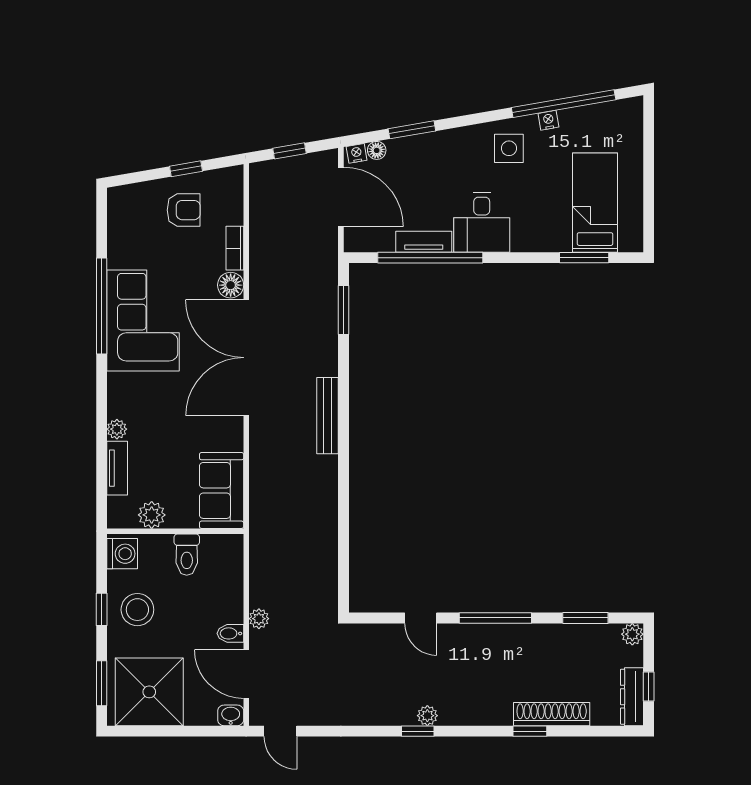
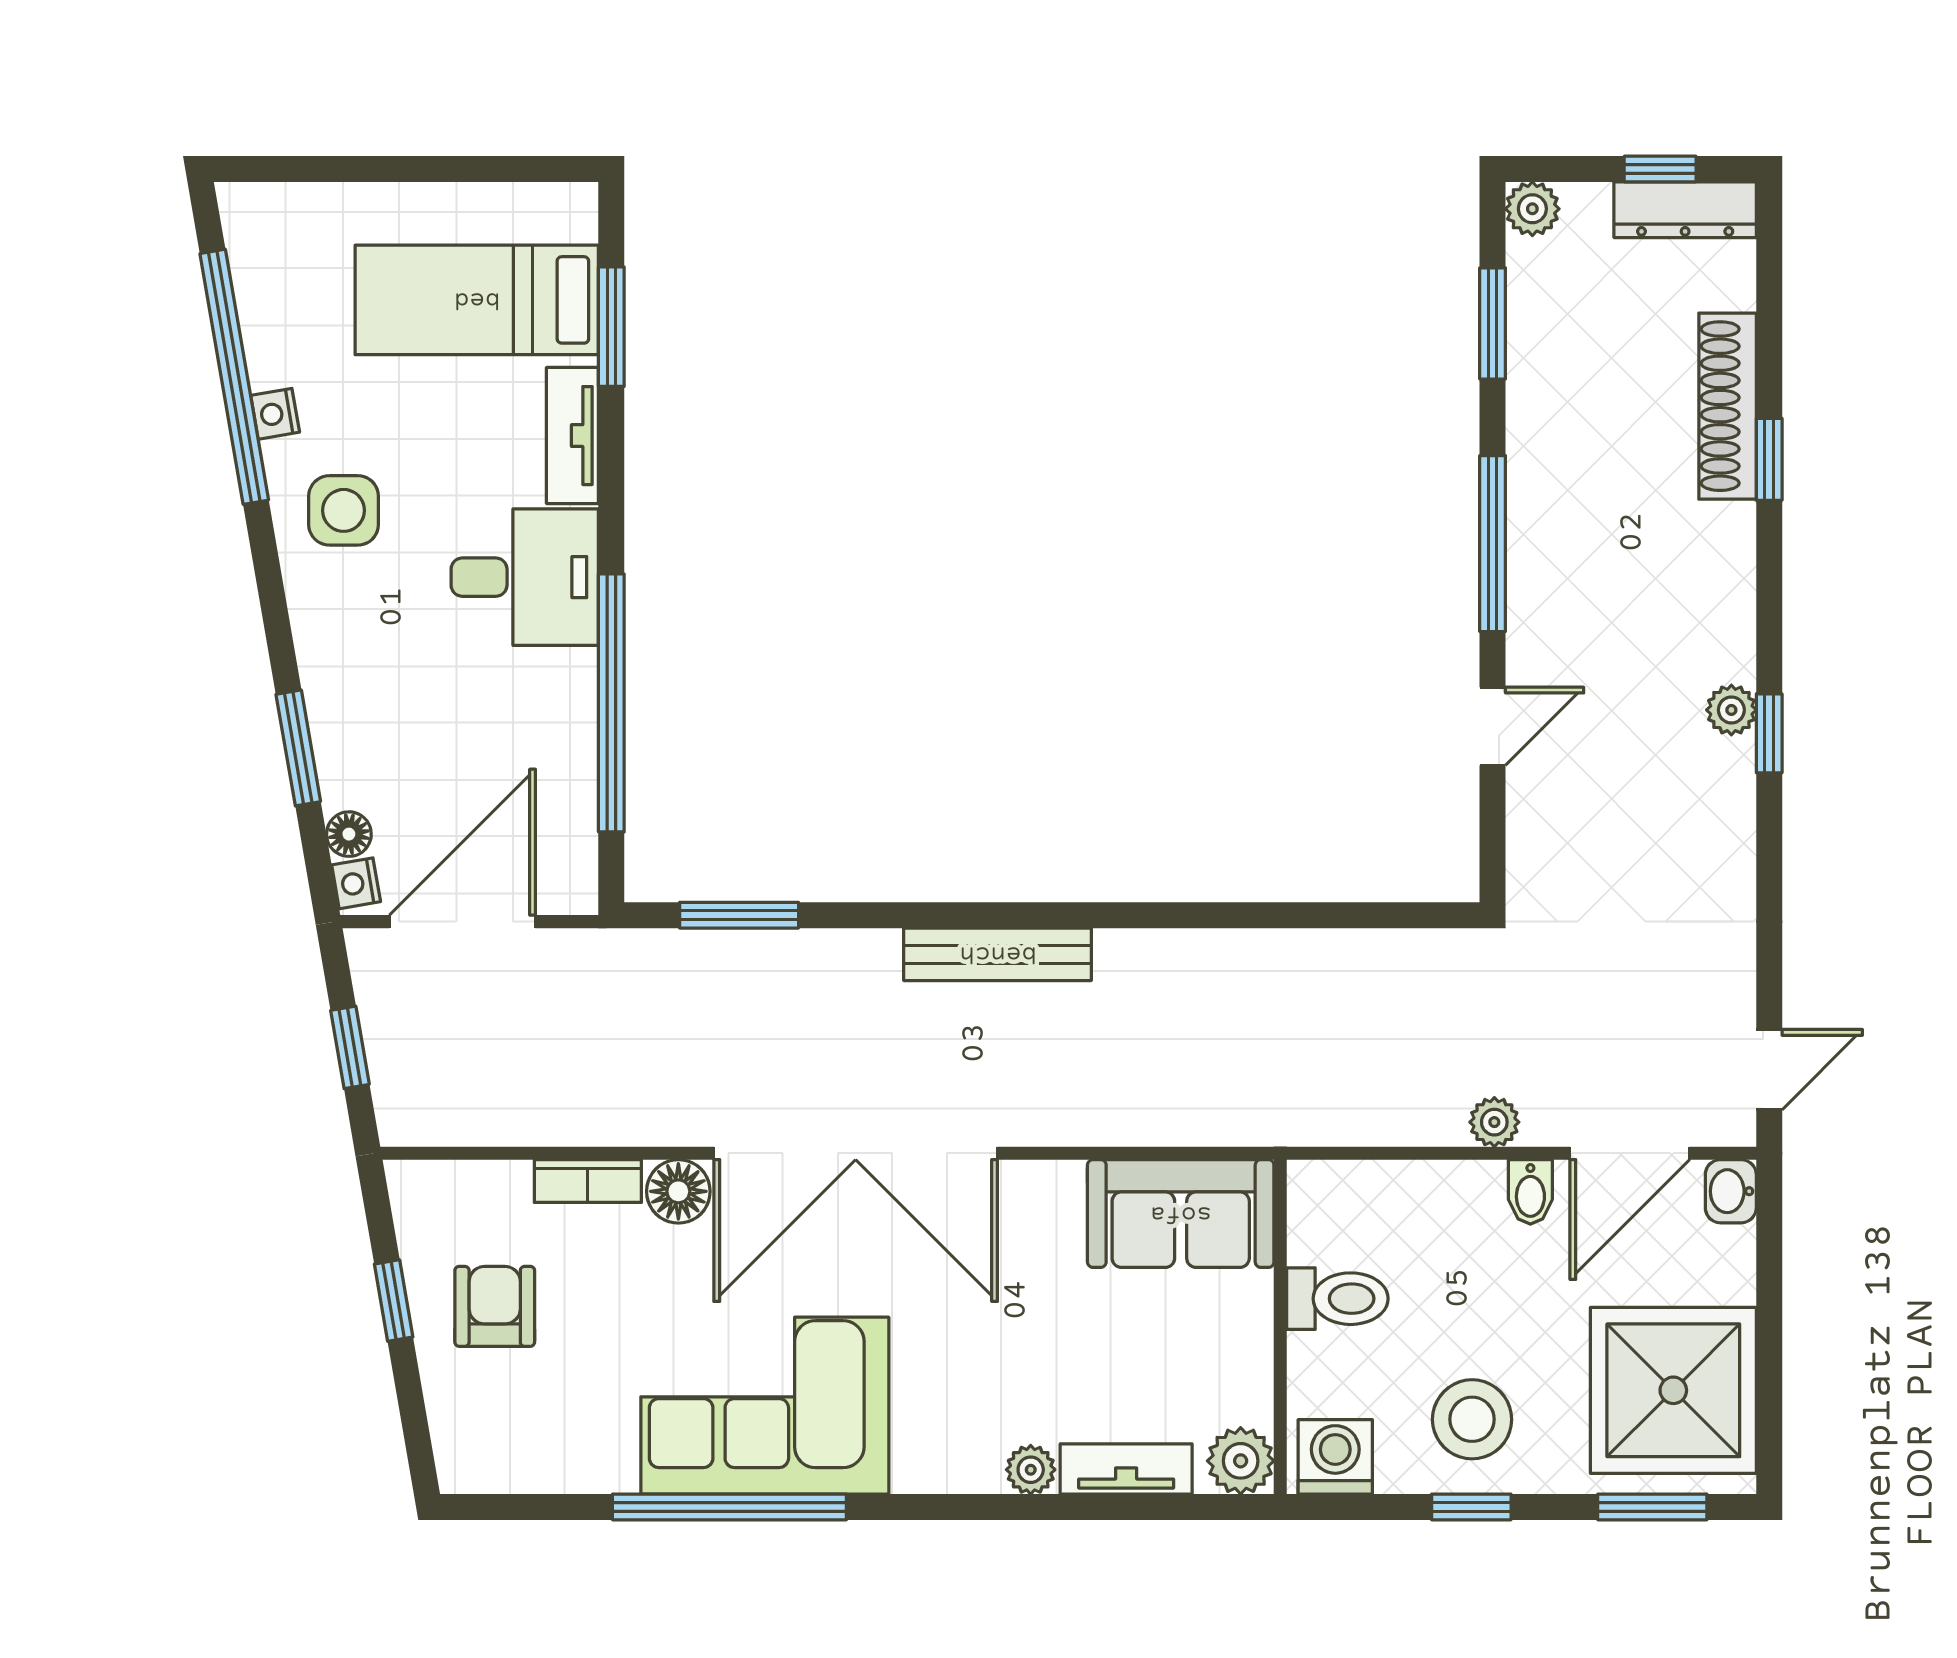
tv unit: (424, 242) -> (572, 436), moved
plant: (152, 515) -> (1241, 1461), moved

